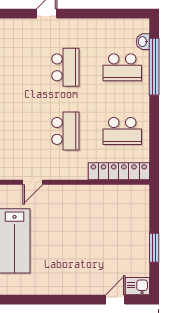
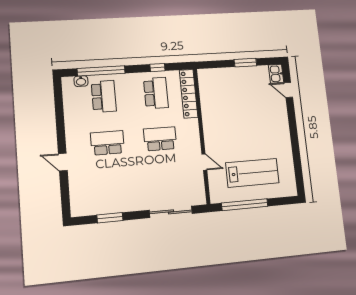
window: (154, 136) -> (157, 68), added

